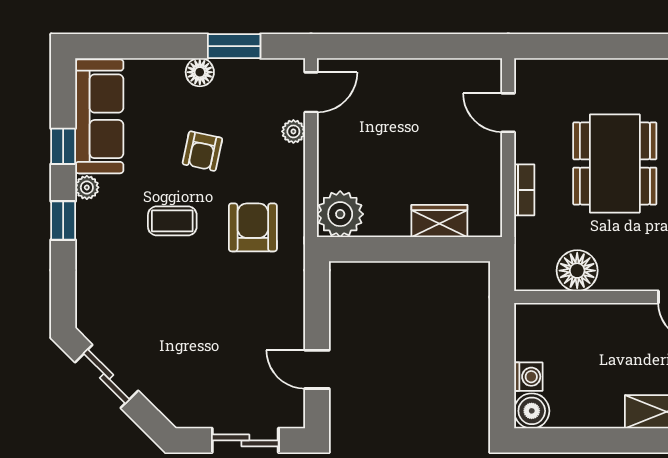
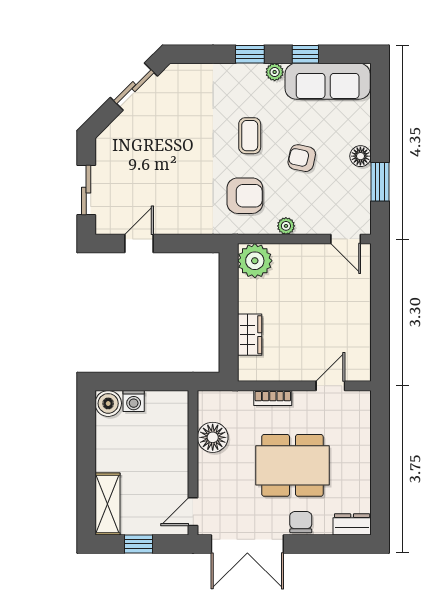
plant: (293, 131) -> (286, 226), moved

